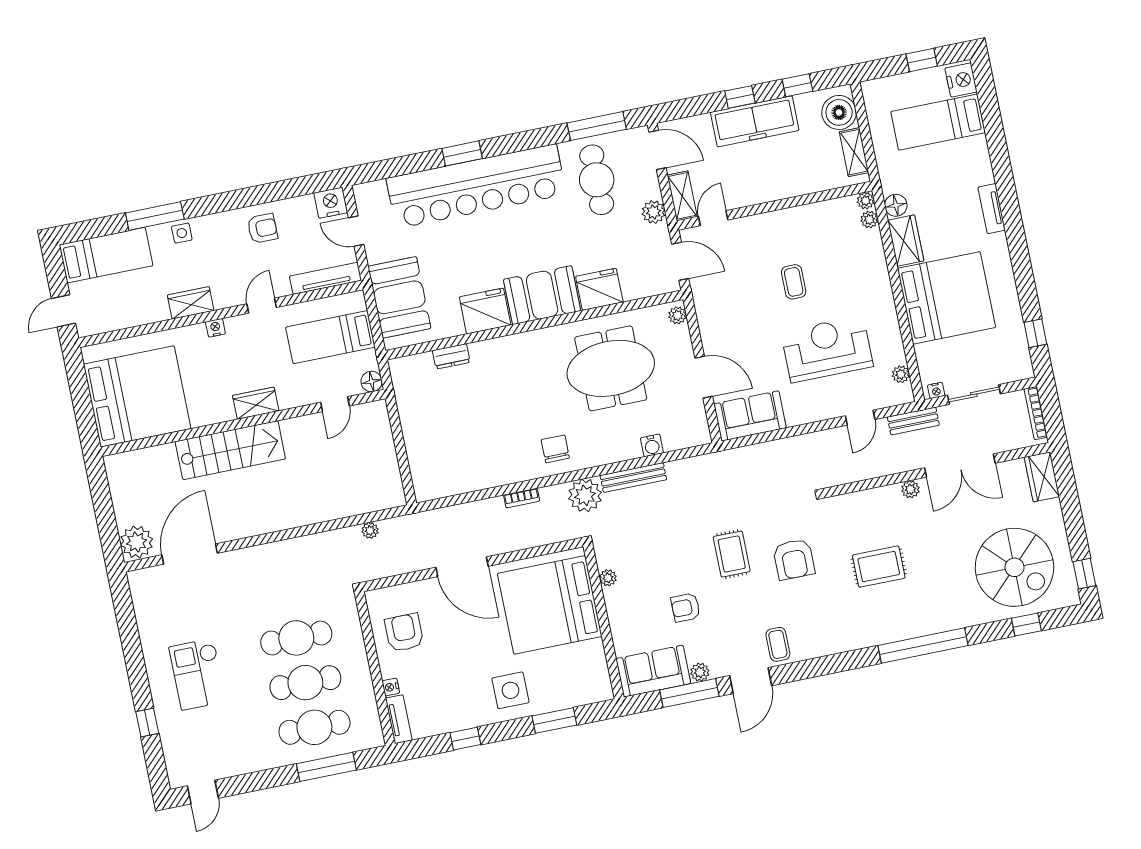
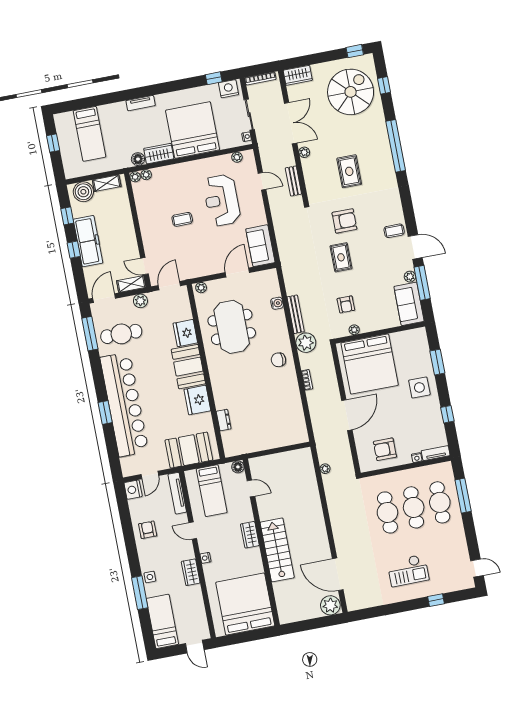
nightstand: (961, 80) -> (229, 89), moved
bench: (913, 421) -> (293, 181), moved
rug: (732, 554) -> (341, 257), turned 90
armchair: (686, 608) -> (346, 304), moved

